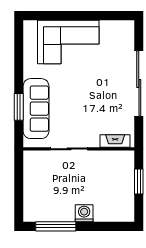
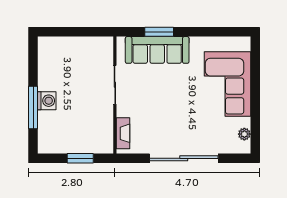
plant: (116, 26) -> (244, 134), added
window: (56, 226) -> (33, 107), moved

